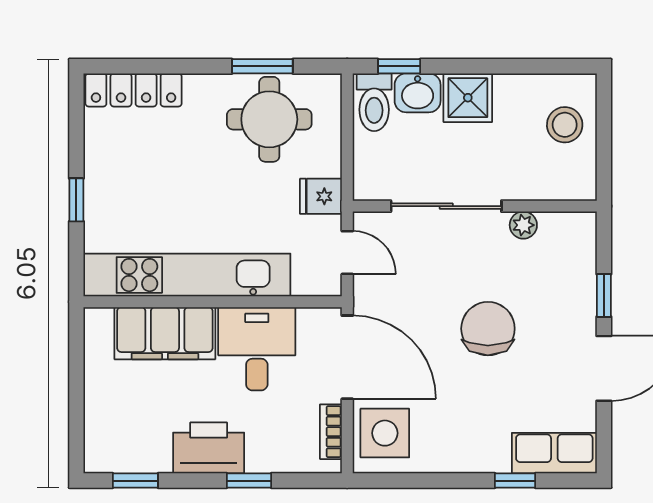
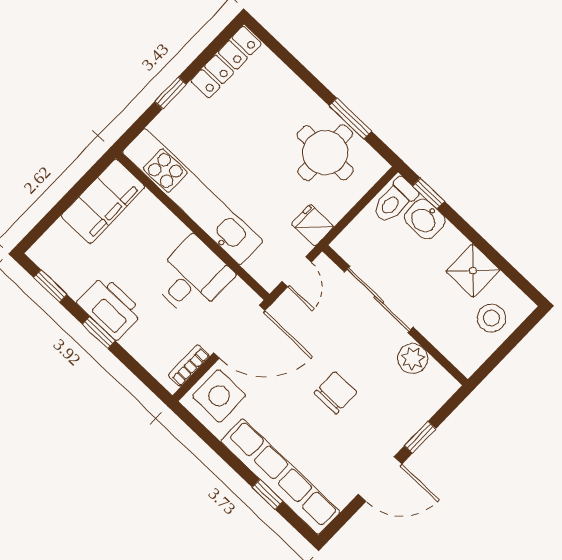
locker: (134, 90) -> (226, 62), moved, turned -90
shower: (468, 98) -> (473, 271), moved
plant: (523, 225) -> (413, 358), width x1.38, depth x1.38
chair: (488, 329) -> (335, 393), width x0.73, depth x0.73
filing cabinet: (165, 333) -> (103, 201), moved, turned -90
door: (347, 357) -> (239, 332), hinge flipped
row of seats: (554, 453) -> (280, 477), width x2.02
window: (249, 481) -> (99, 333), moved

